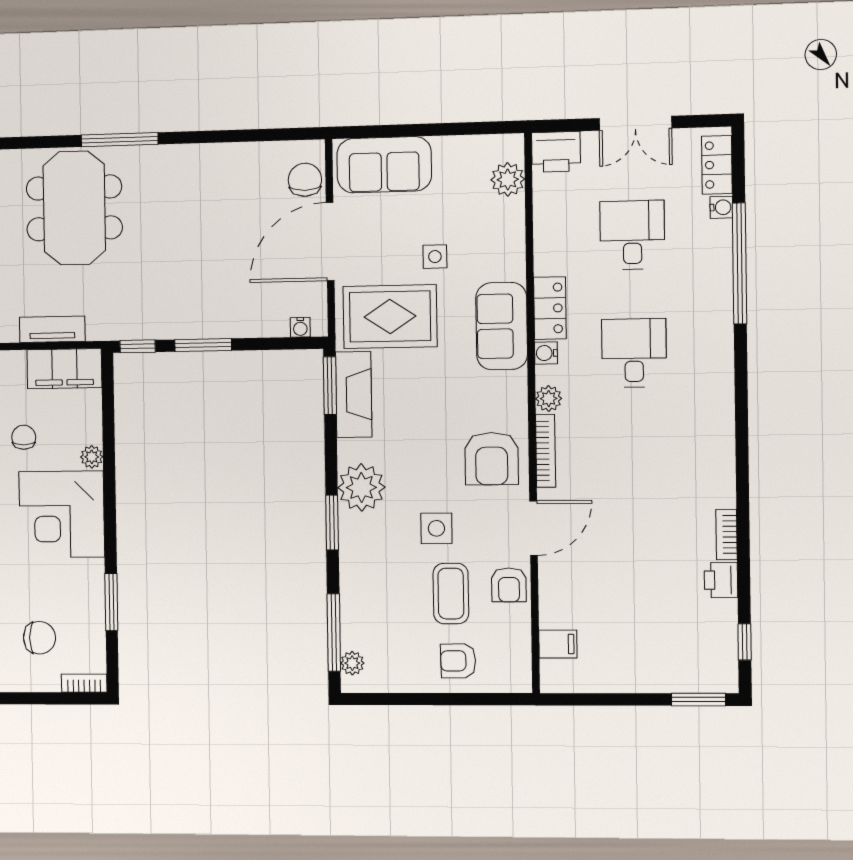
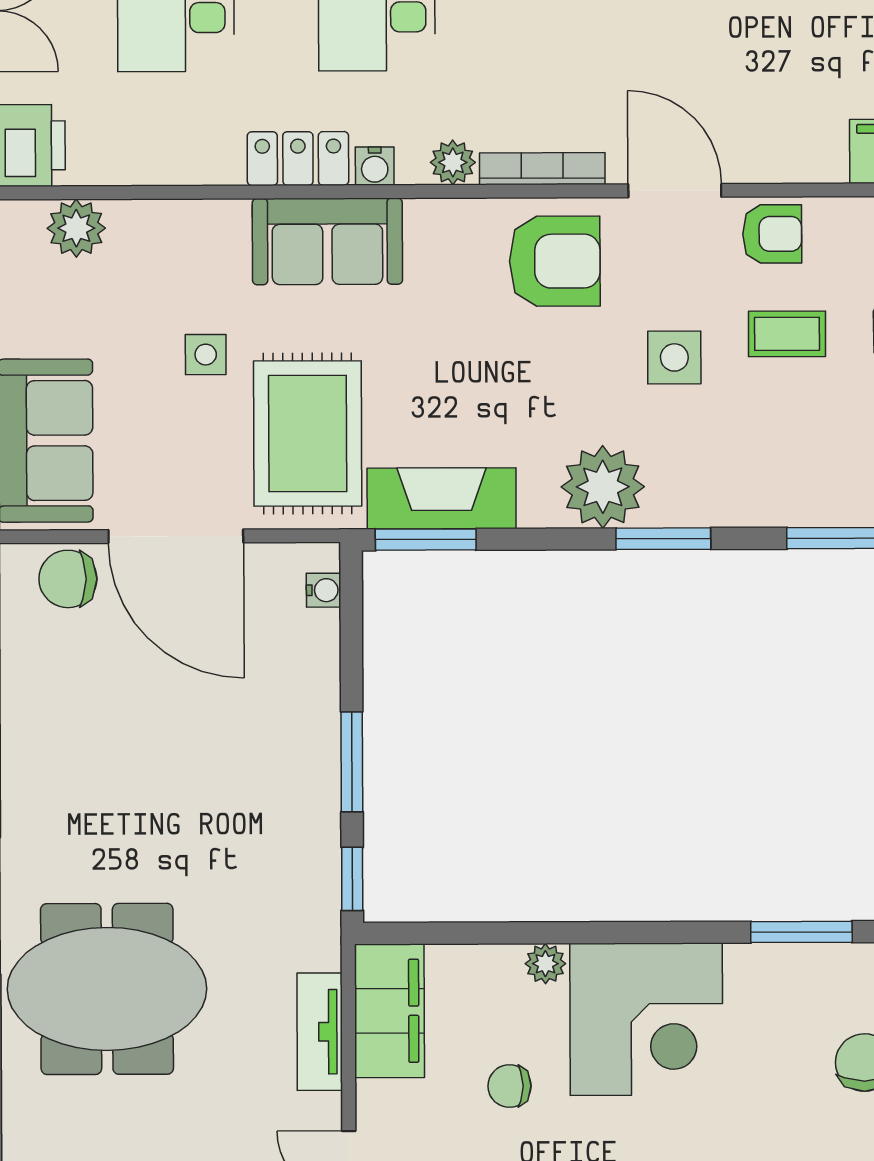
coffee table: (451, 594) -> (787, 334), width x0.73, depth x0.77

